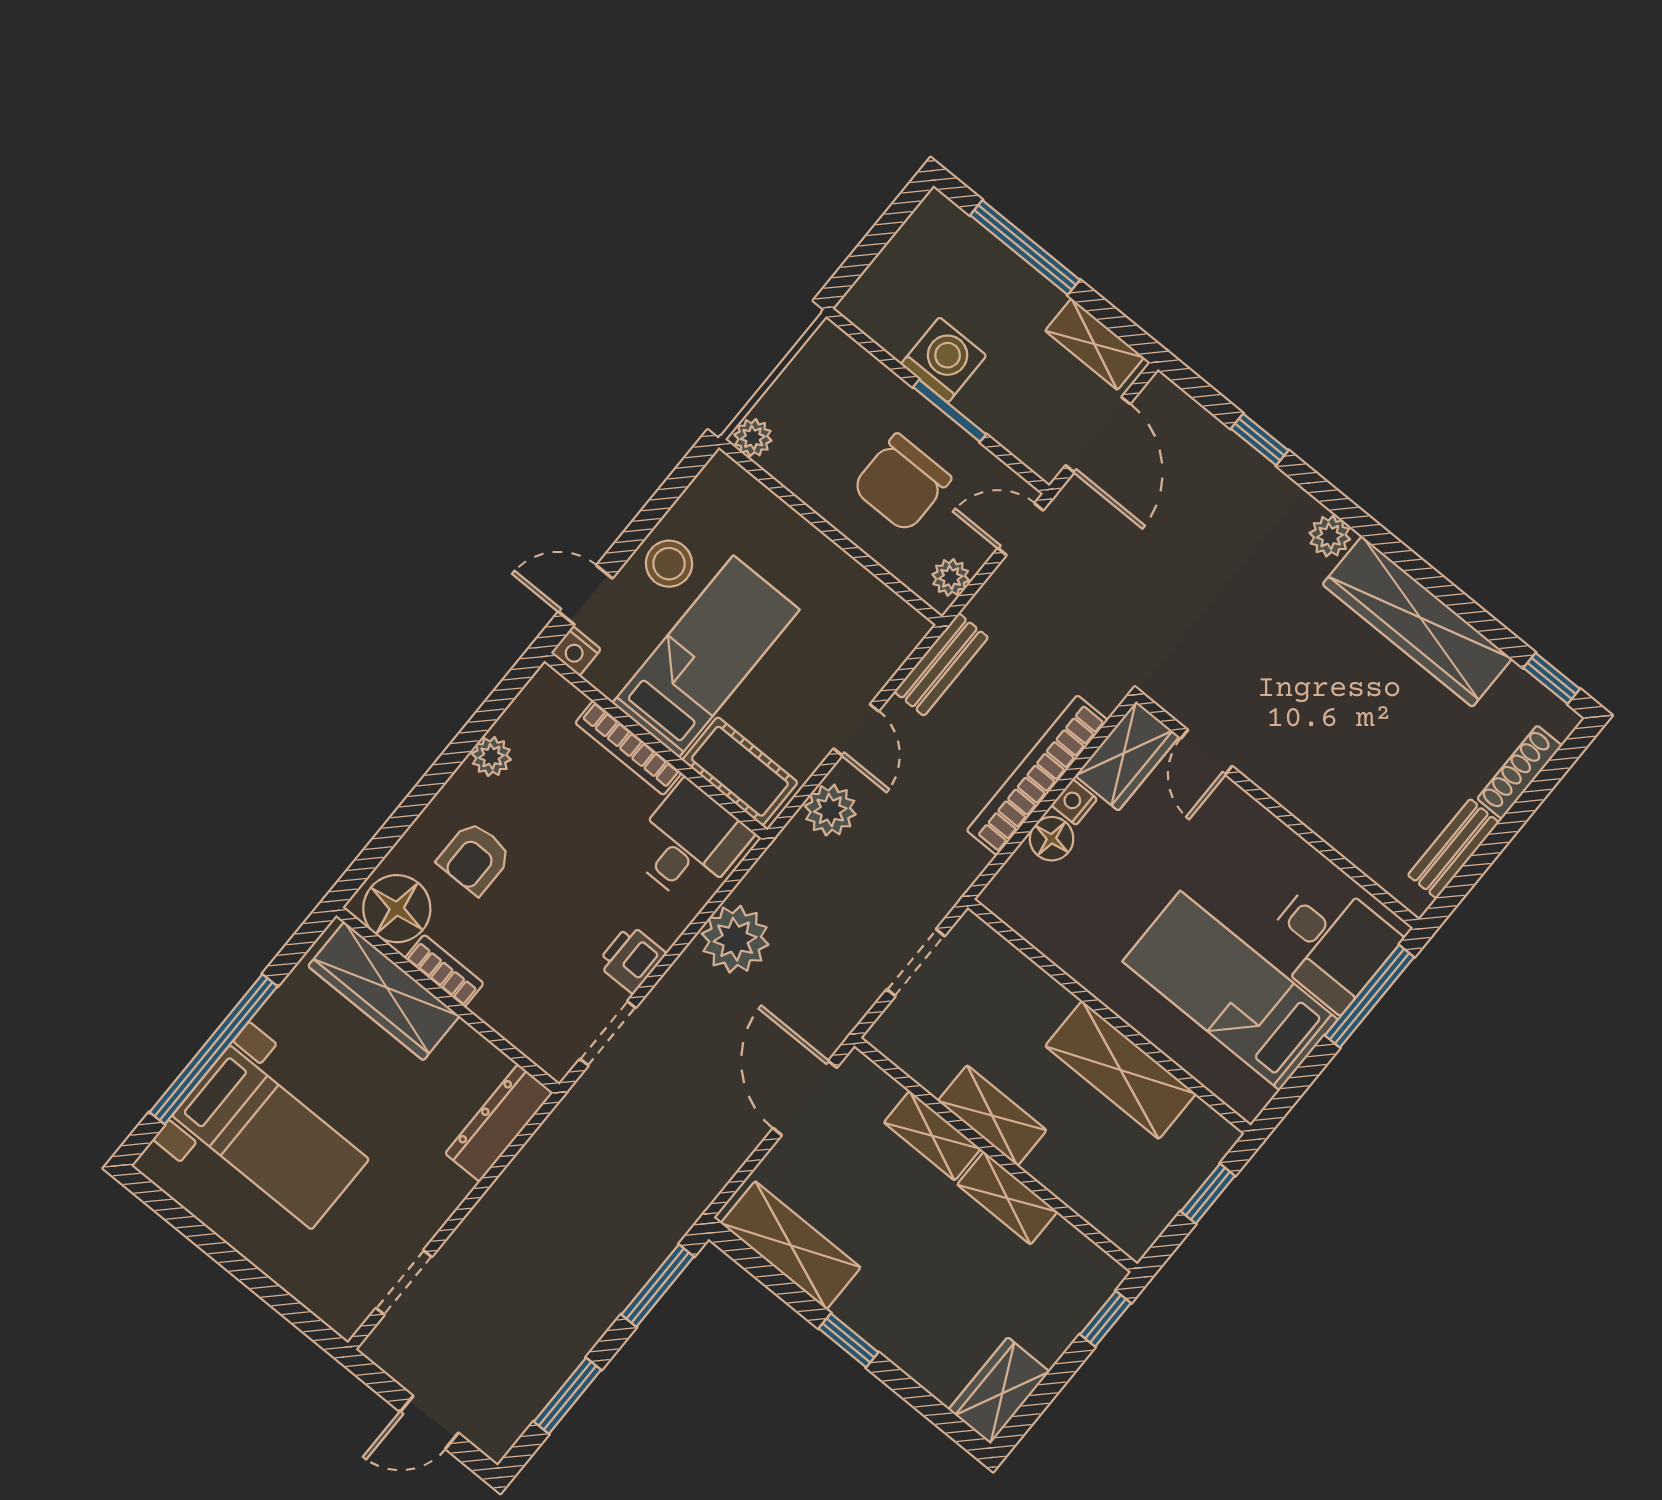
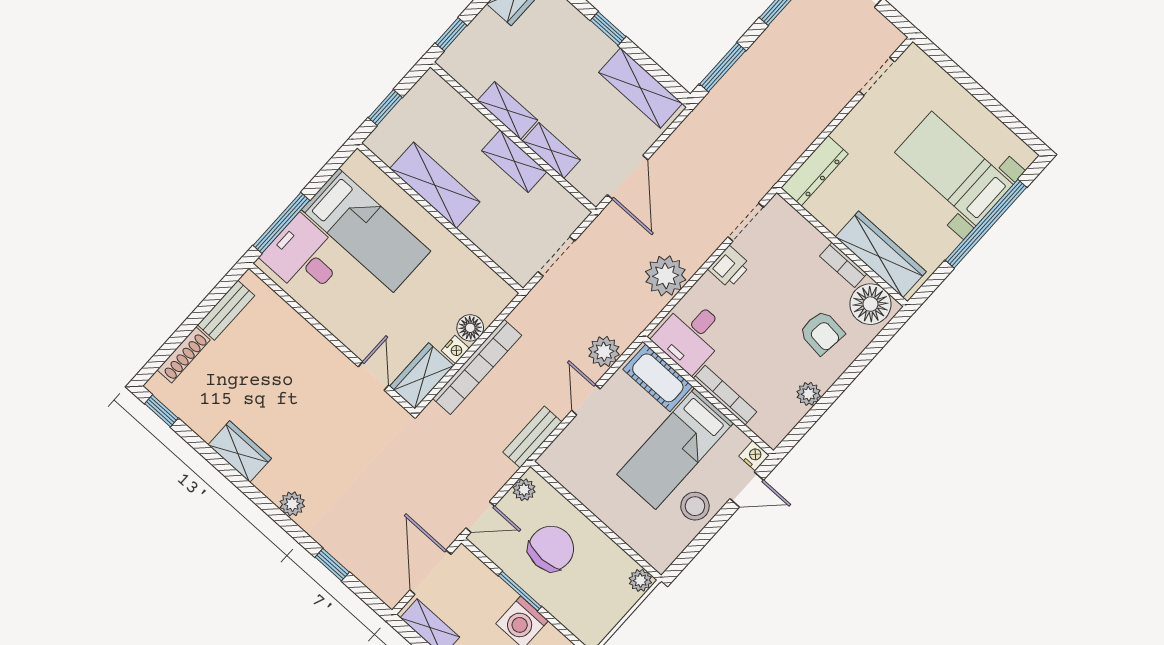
wardrobe: (1417, 622) -> (240, 452), width x0.48, depth x0.85
armchair: (475, 858) -> (822, 333), turned 96

